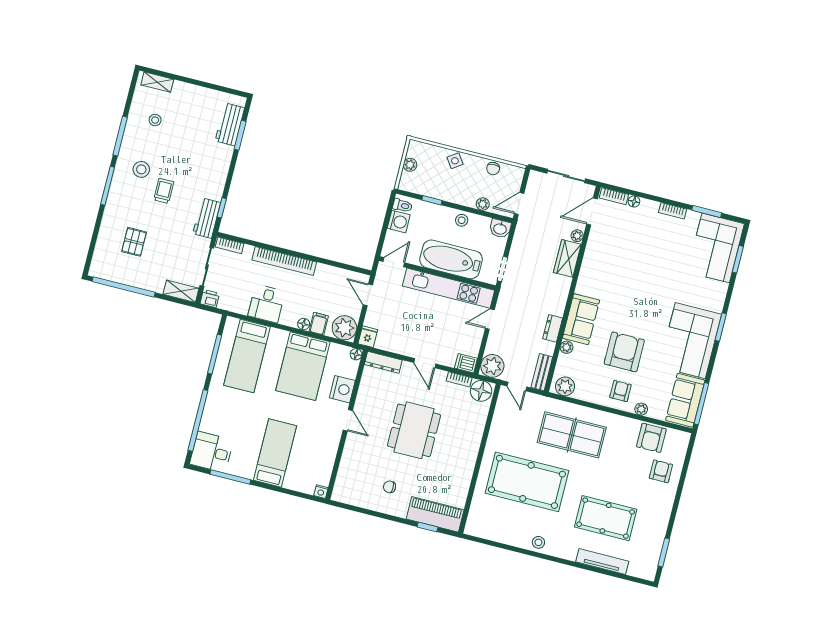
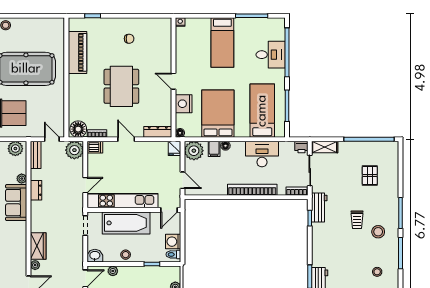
desk: (266, 304) -> (262, 154), width x1.37
desk: (212, 452) -> (271, 55), moved
piano: (435, 514) -> (77, 52), moved, turned -90

